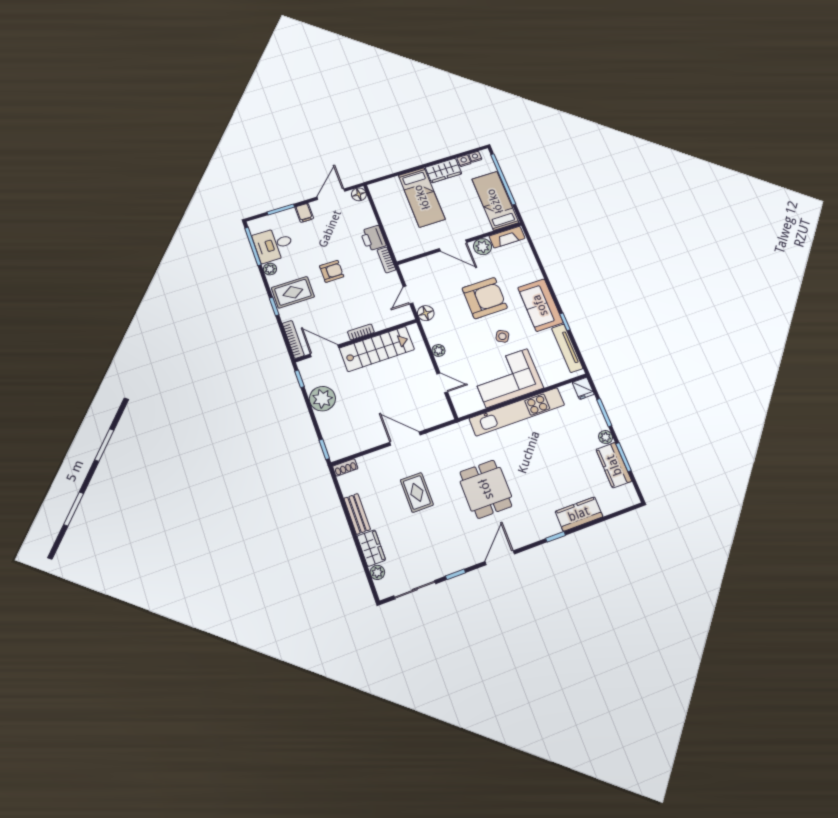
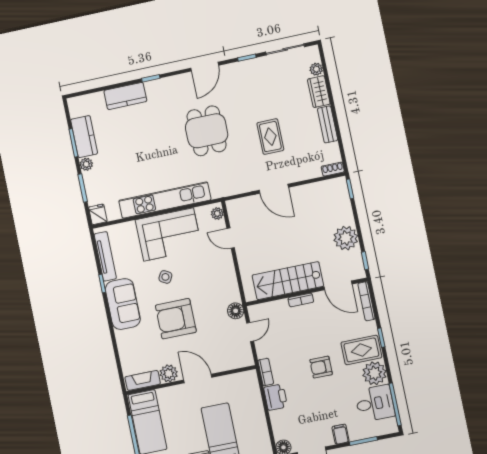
plant: (270, 269) -> (374, 373), width x1.87, depth x1.87
plant: (438, 350) -> (217, 213), moved

